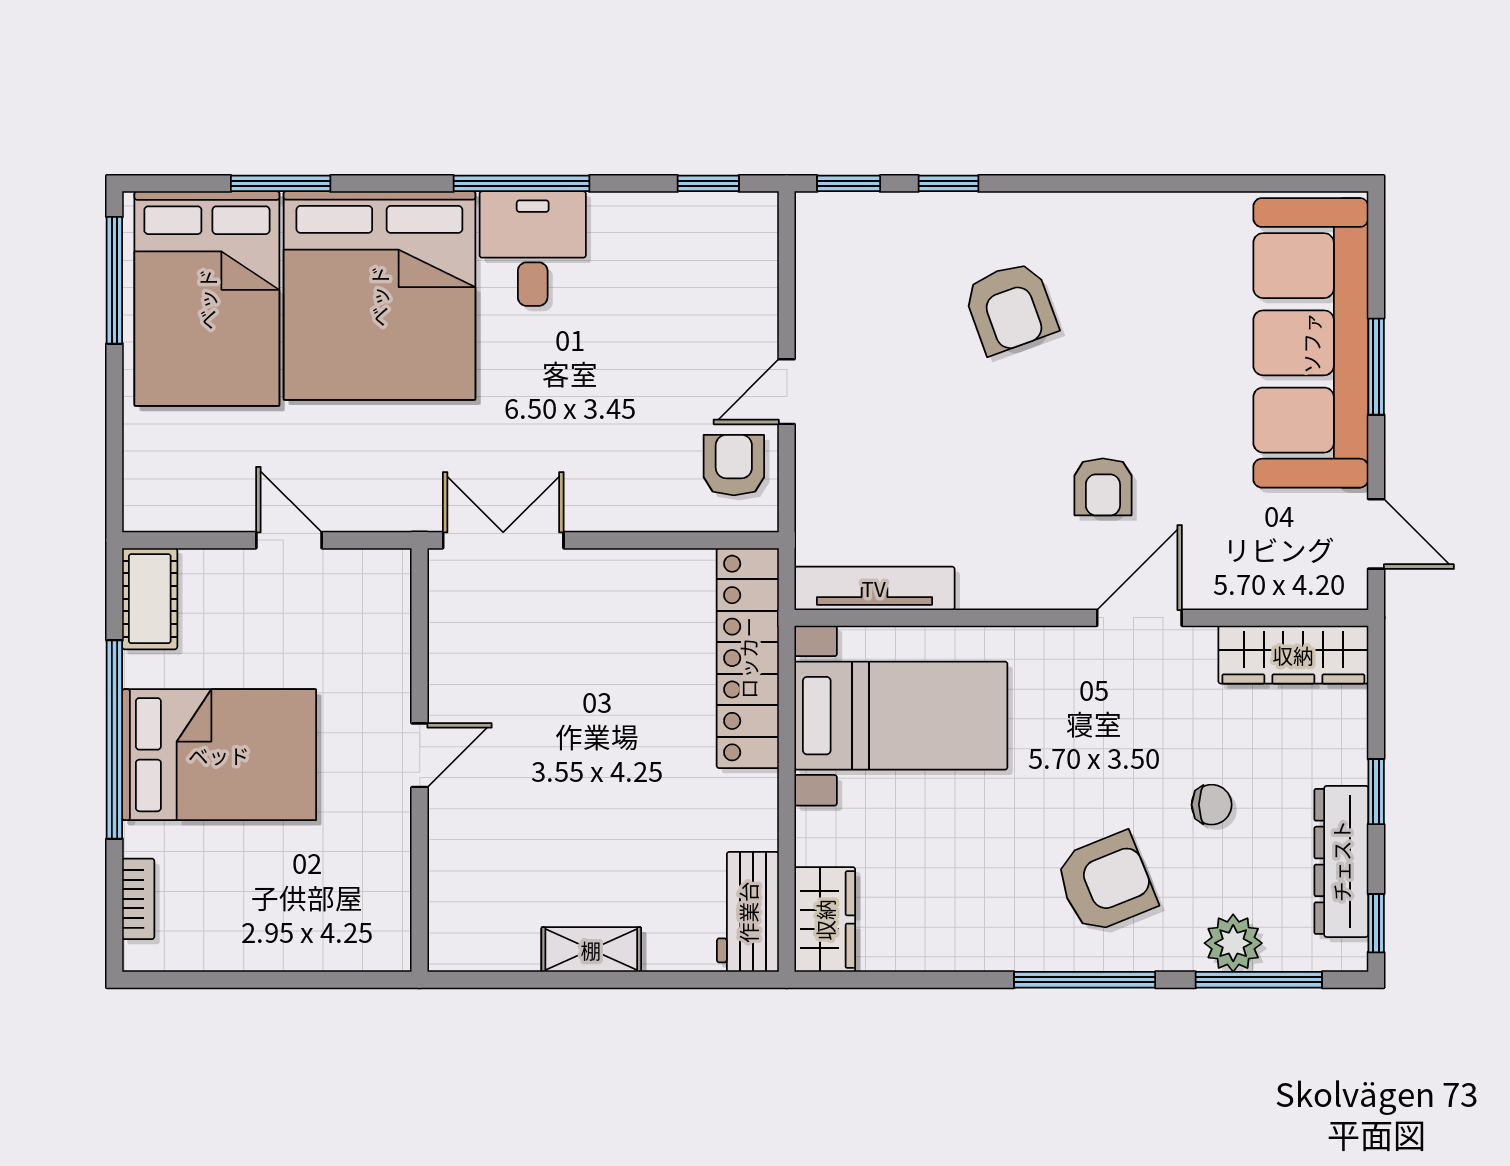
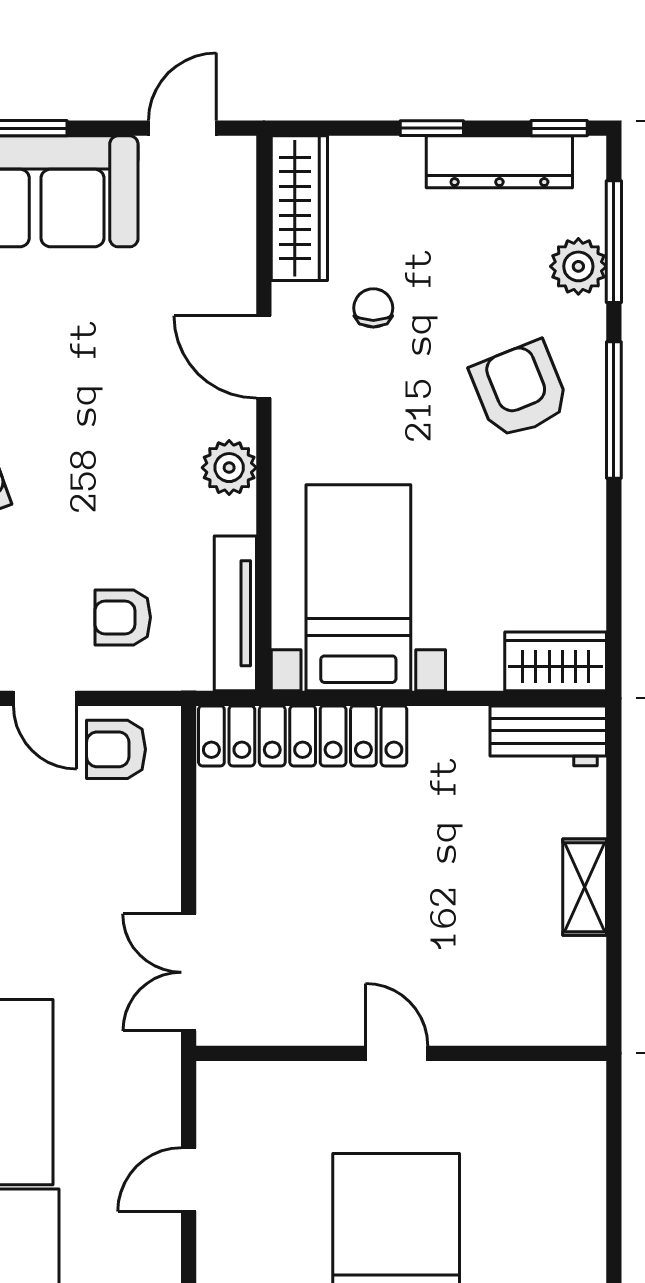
armchair: (1103, 487) -> (123, 617), moved, turned 180
plant: (1025, 582) -> (229, 468), added
chair: (1212, 805) -> (373, 308), moved

